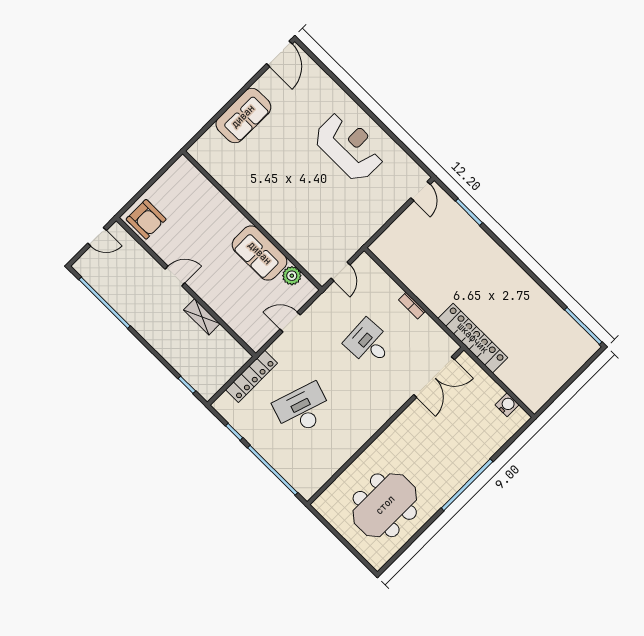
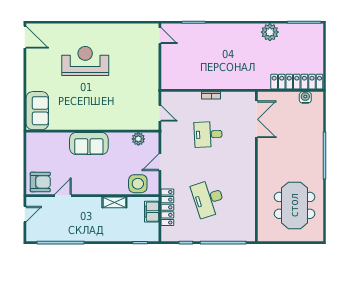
sofa: (243, 116) -> (37, 111), moved
reception desk: (349, 147) -> (85, 61), moved
sofa: (260, 253) -> (89, 143), moved
door: (175, 276) -> (63, 196), moved
plant: (538, 301) -> (270, 32), added
side table: (245, 322) -> (138, 184), added
locker: (473, 338) -> (297, 82), moved
filing cabinet: (231, 365) -> (152, 212), added
desk: (303, 409) -> (208, 199), turned -36

